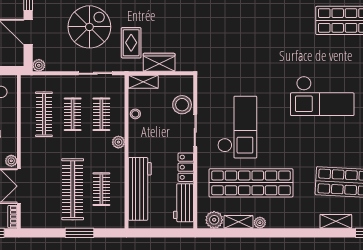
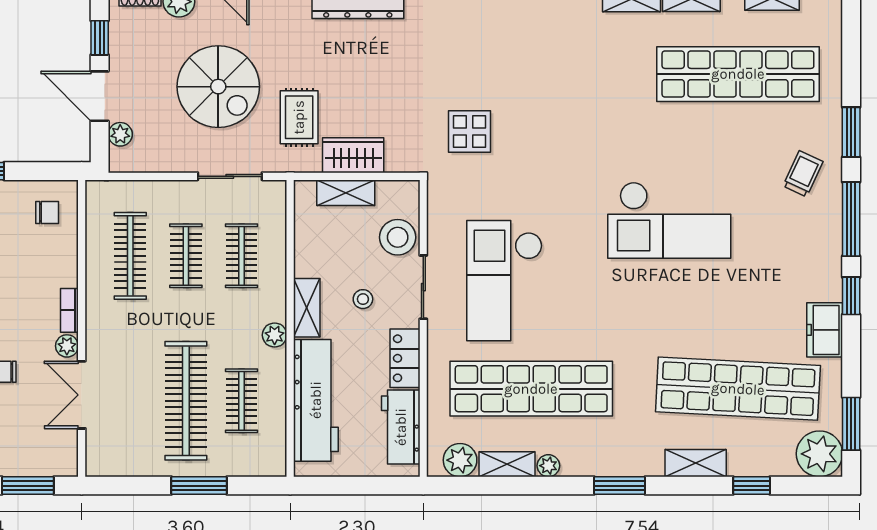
spiral stairs: (89, 27) -> (218, 87), turned 90
display table: (219, 50) -> (470, 131), added
plant: (39, 65) -> (120, 134), moved
shelving: (143, 82) -> (346, 193), moved
stool: (135, 114) -> (363, 299), moved
checkout: (237, 127) -> (505, 281), turned 180
shelving: (135, 141) -> (307, 308), added
plant: (118, 142) -> (275, 335), moved
bookcase: (13, 217) -> (69, 310), moved
window: (297, 233) -> (620, 486), added

